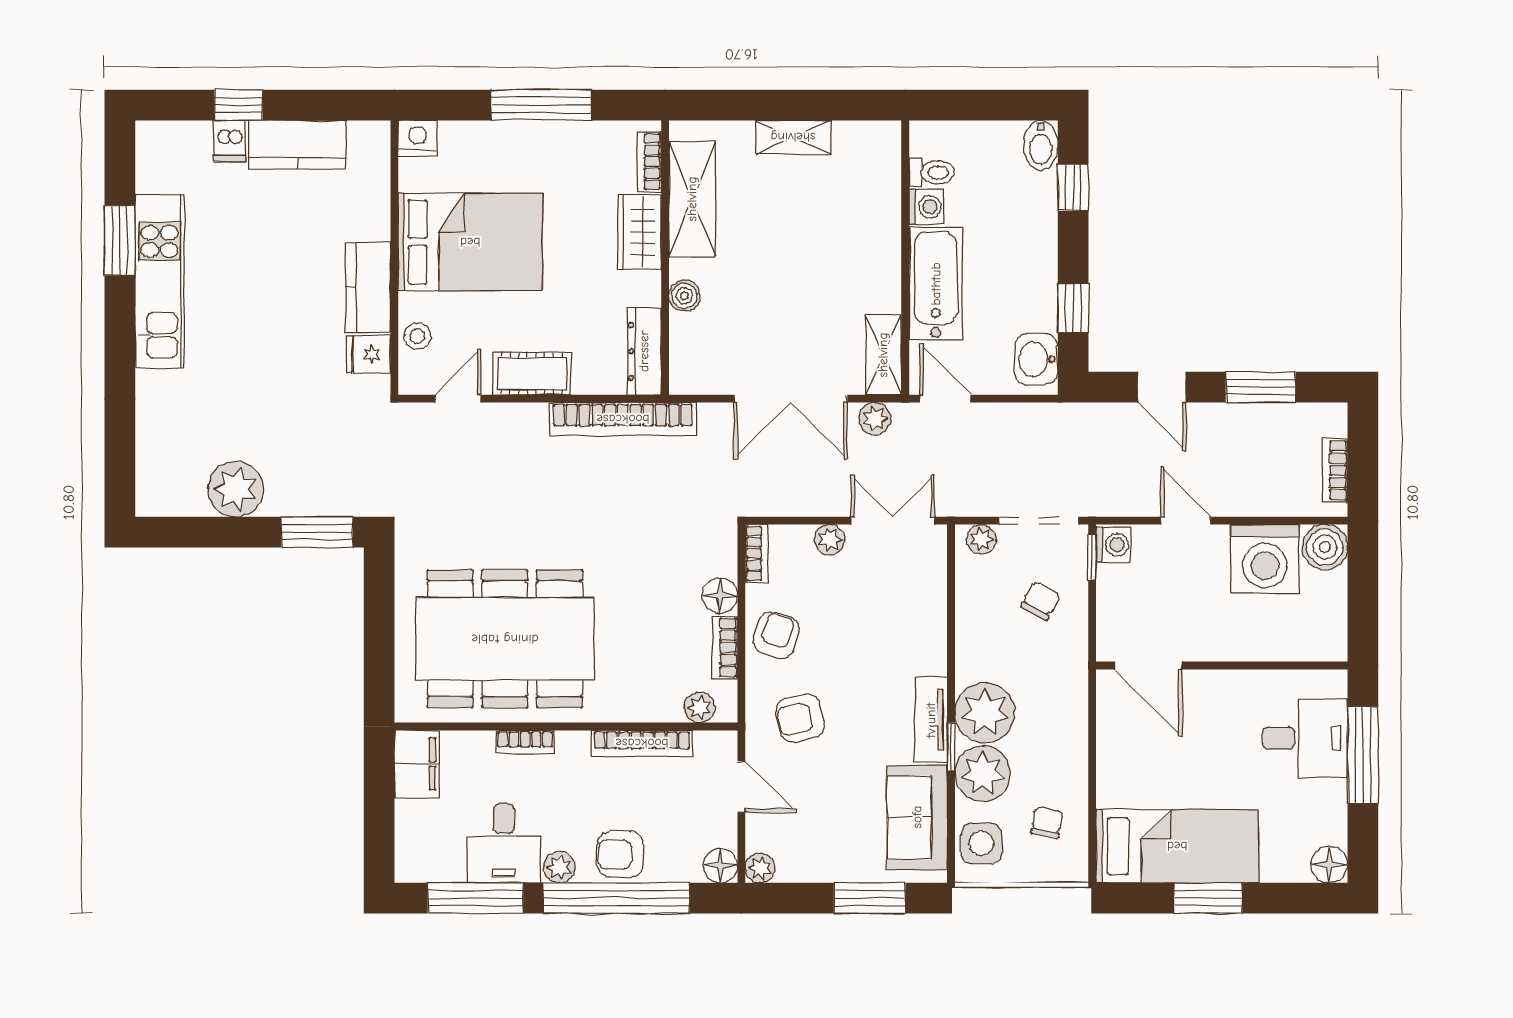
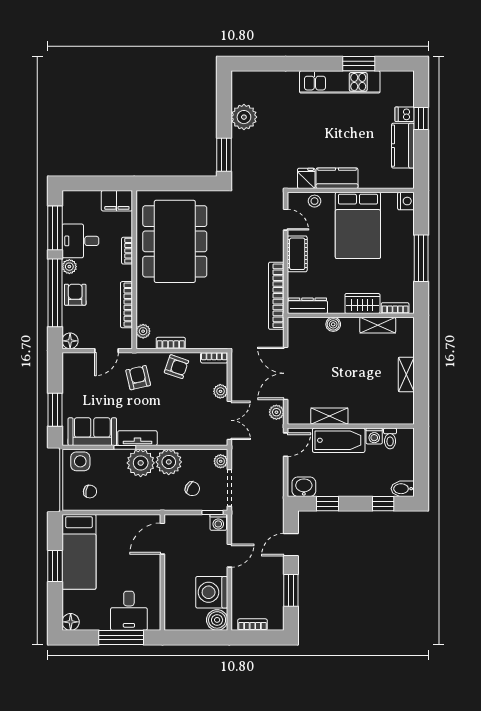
shelving: (692, 199) -> (378, 325), width x0.67, depth x0.75
shelving: (883, 355) -> (329, 416), moved
floor lamp: (720, 596) -> (195, 341), removed
plant: (983, 773) -> (169, 462), moved
plant: (760, 868) -> (69, 359), removed

